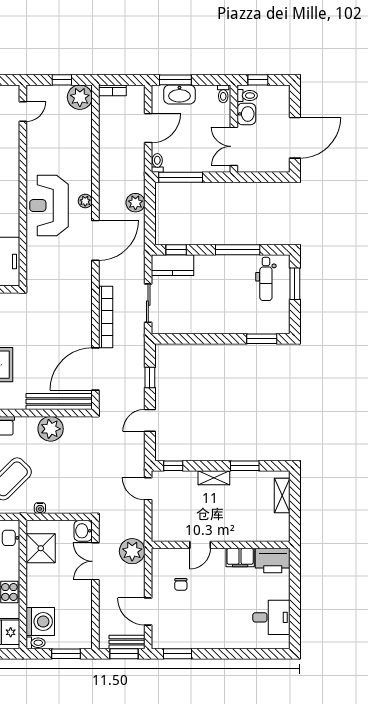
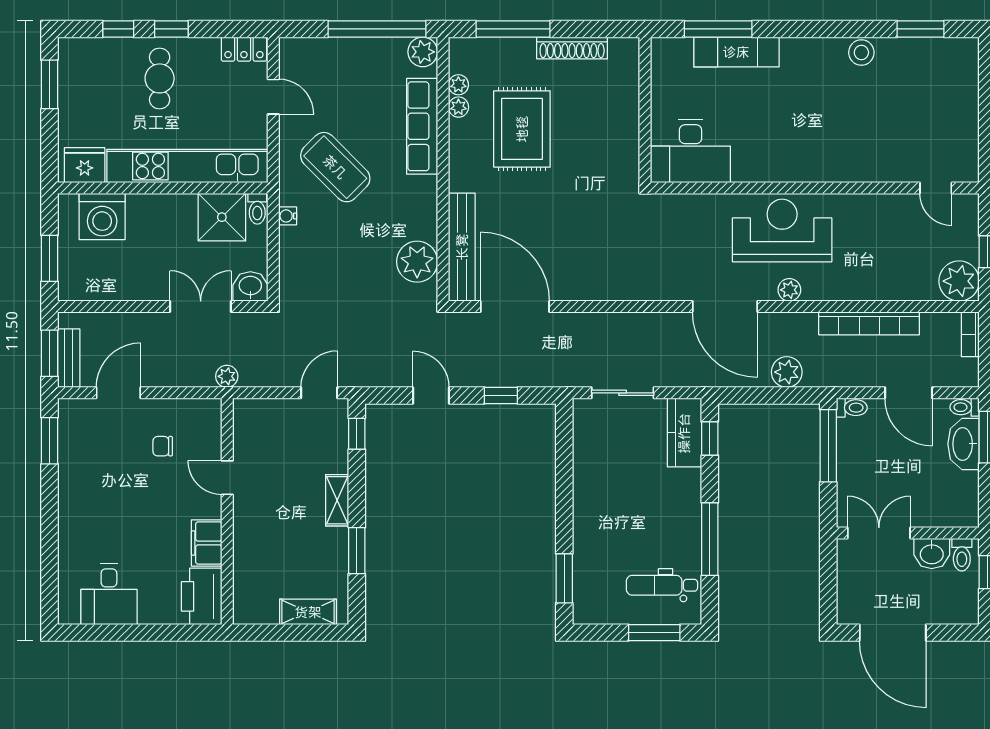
toilet: (223, 94) -> (965, 407), moved
bookcase: (106, 317) -> (869, 323), moved
plant: (51, 429) -> (417, 262), moved
plant: (132, 551) -> (227, 376), width x0.53, depth x0.53
toilet: (36, 643) -> (257, 209), moved

